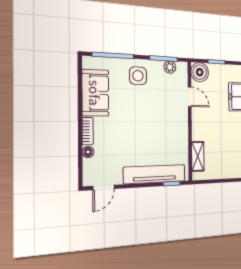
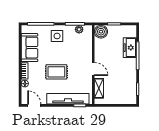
door: (190, 97) -> (93, 69), moved
rug: (137, 132) -> (56, 72), added
door: (104, 187) -> (34, 105), swing flipped

